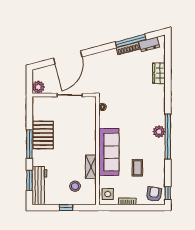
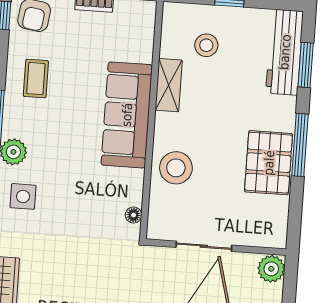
stool: (85, 130) -> (176, 168), added
coffee table: (137, 168) -> (36, 79), moved
side table: (108, 194) -> (23, 196), moved

